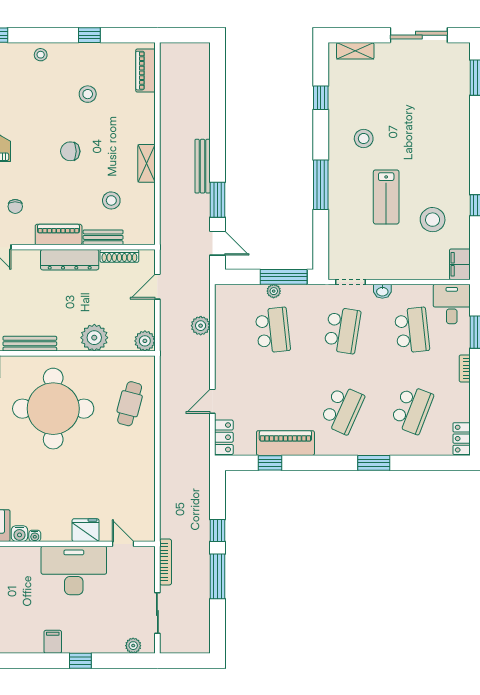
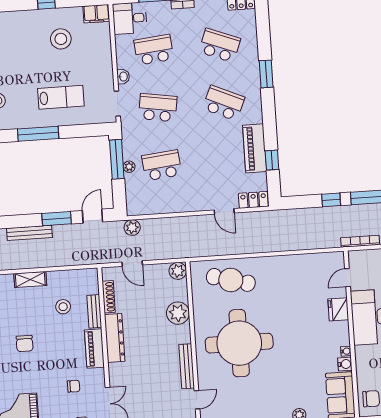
lab bench: (386, 197) -> (61, 97), moved
plant: (201, 326) -> (132, 228), moved
cafe table: (130, 404) -> (231, 280), width x1.37, depth x1.35

